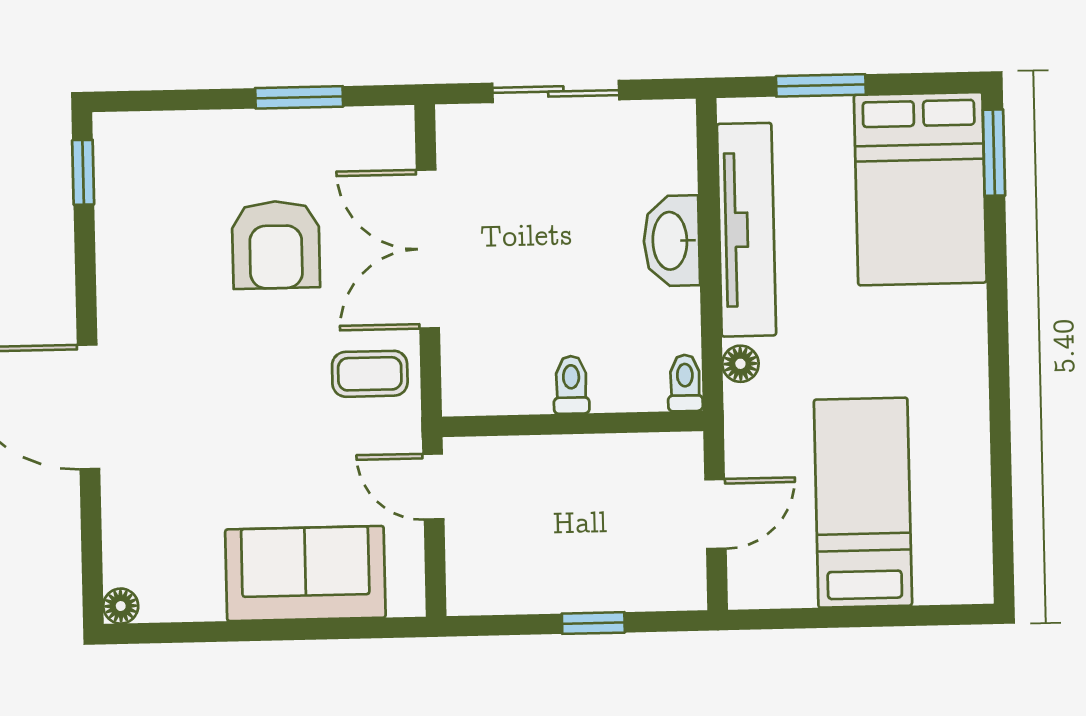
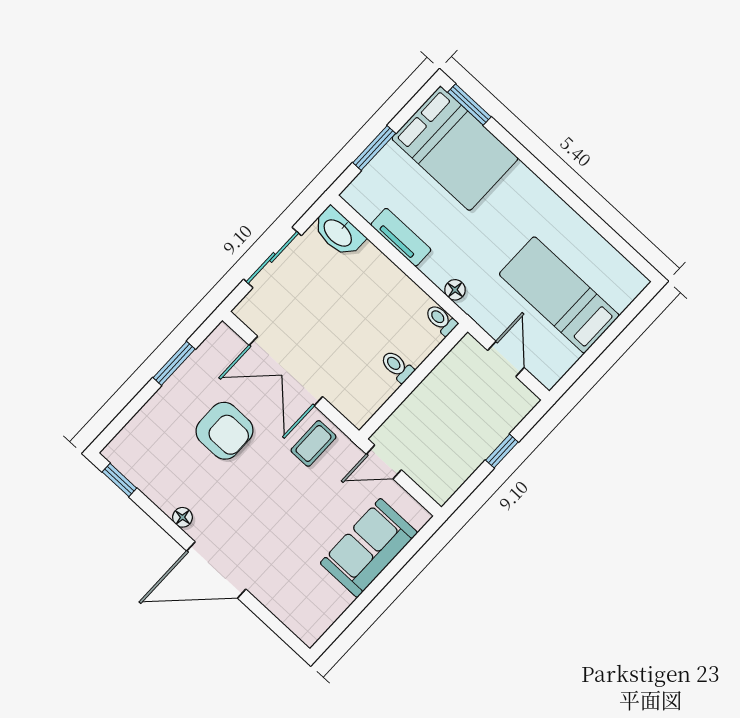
tv unit: (746, 230) -> (401, 237), width x0.52, depth x0.78
washbasin: (671, 241) -> (338, 232), moved
floor lamp: (121, 606) -> (182, 517), moved

